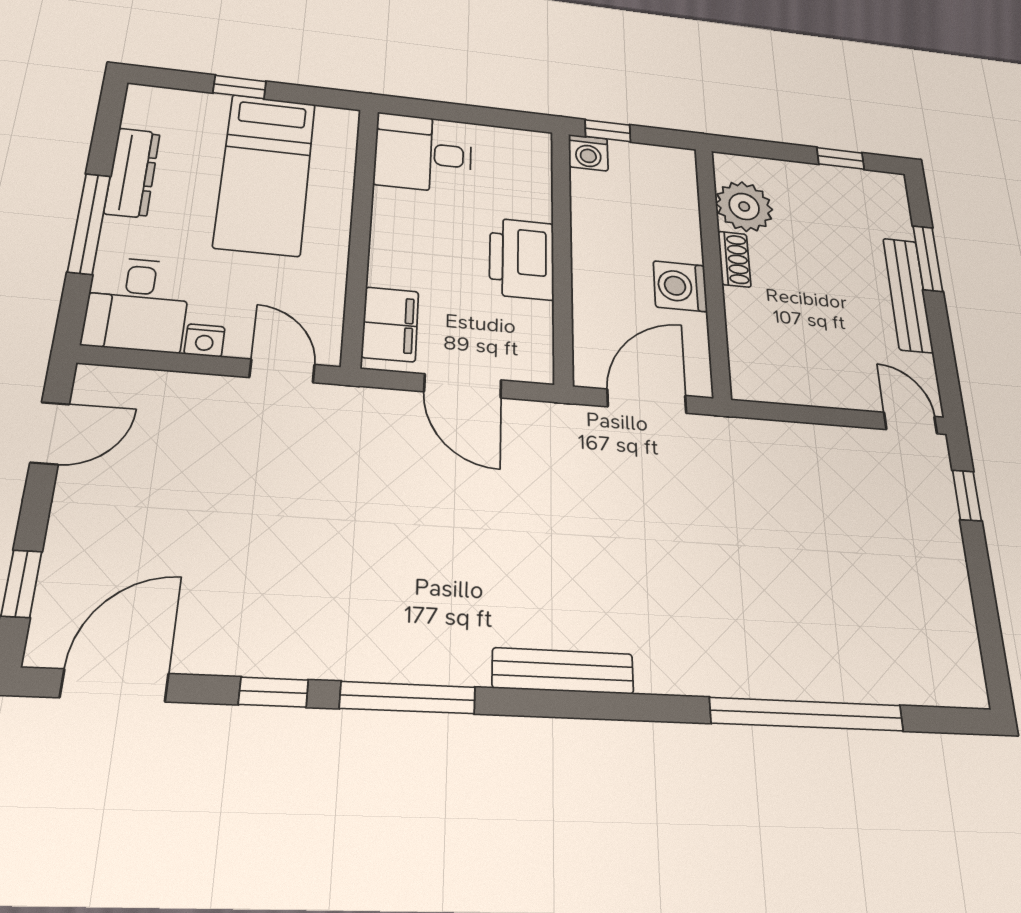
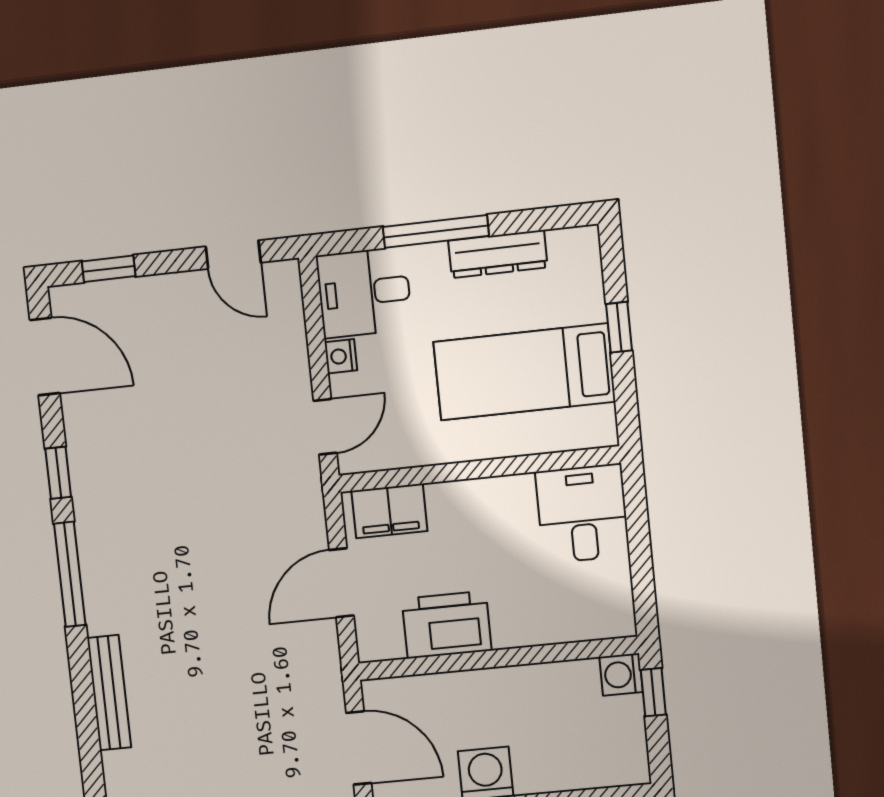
printer: (522, 259) -> (447, 625), moved

